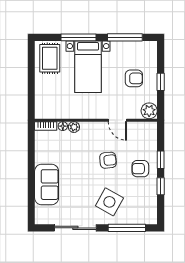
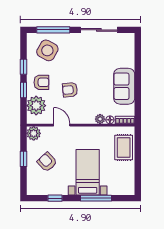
window: (125, 37) -> (55, 198), width x0.46
rug: (50, 58) -> (124, 147), moved
armchair: (134, 78) -> (47, 162), turned 47
plant: (146, 142) -> (36, 106), added
sofa: (47, 185) -> (124, 86), moved
side table: (109, 202) -> (47, 50), moved

